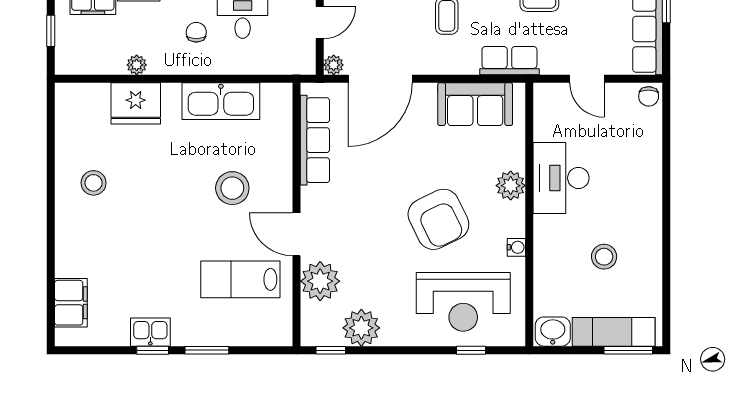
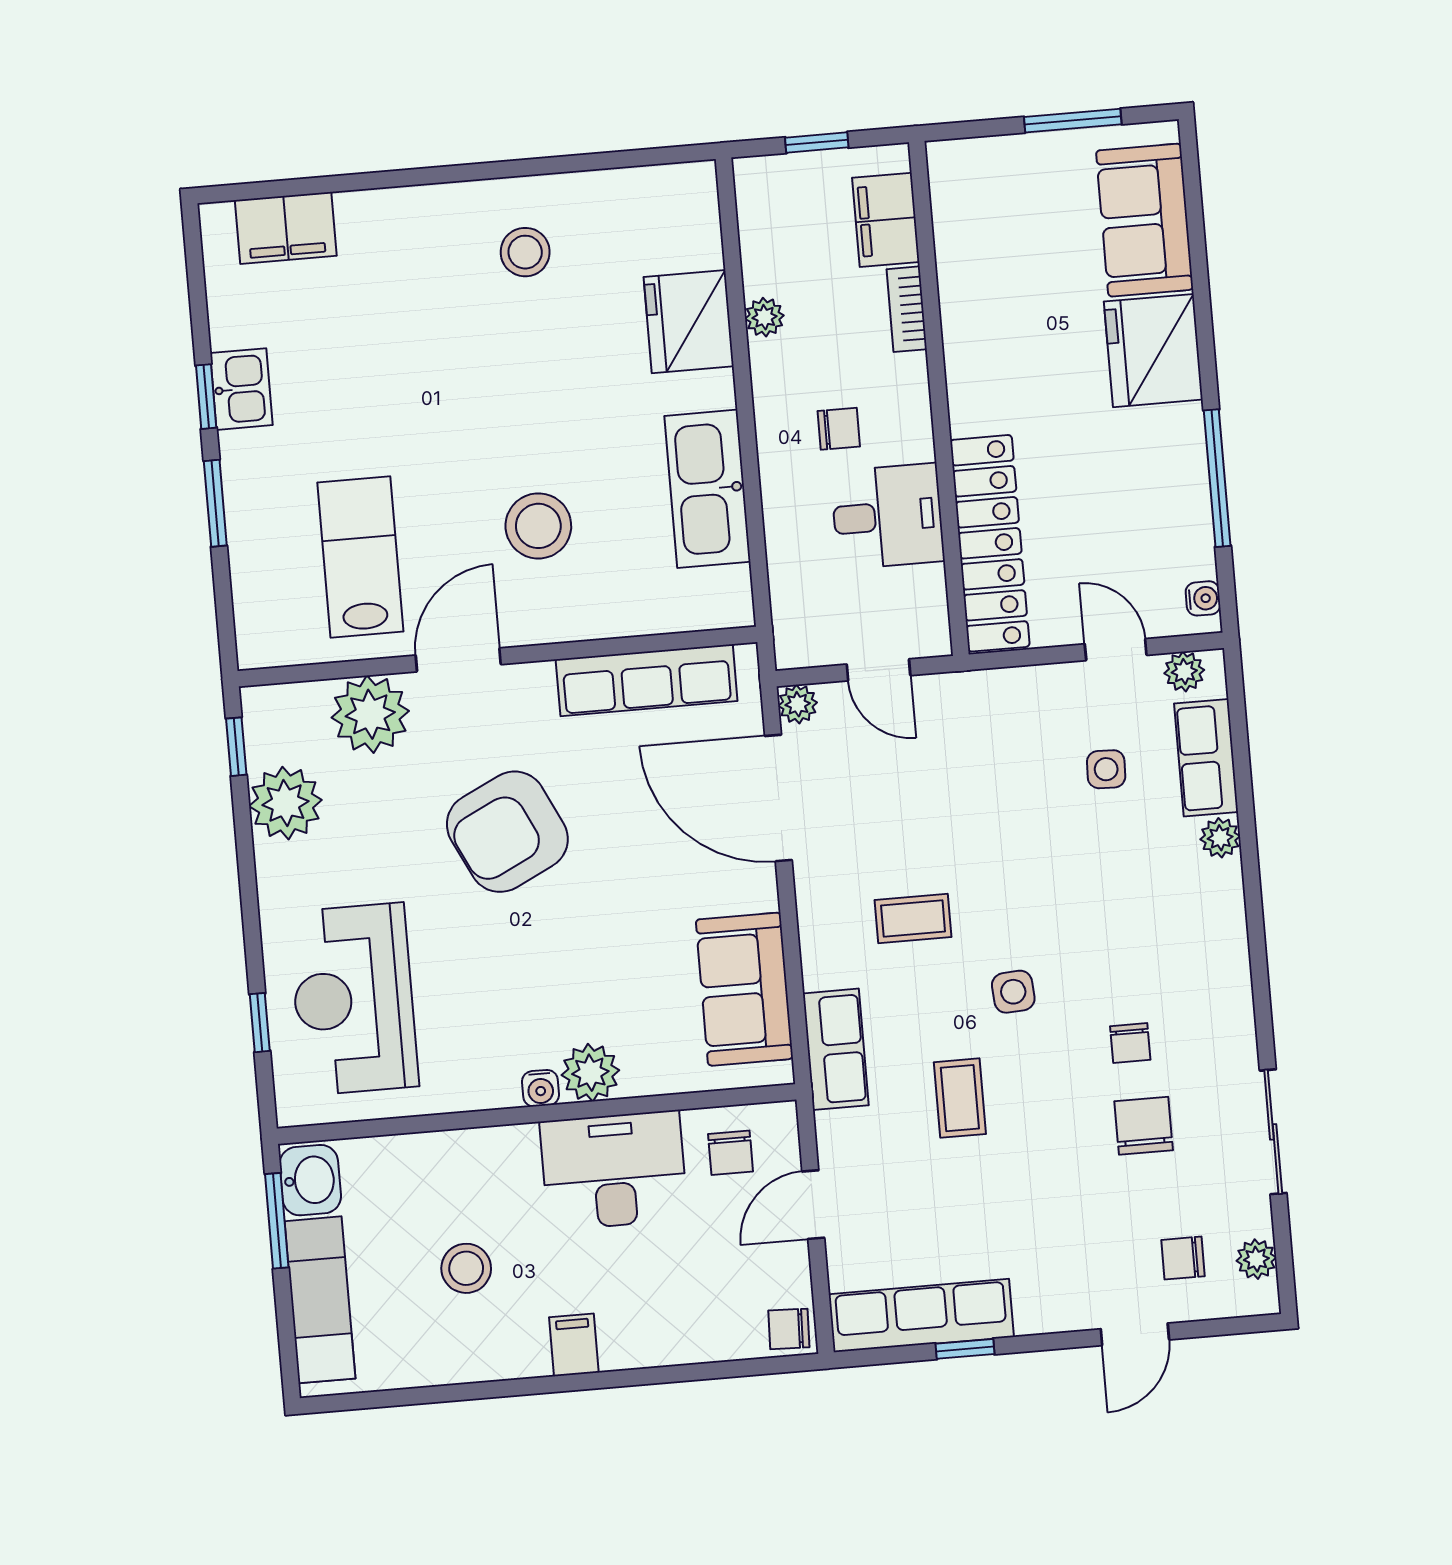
chair: (557, 118) -> (731, 1153), added
filing cabinet: (647, 206) -> (574, 1345), added
armchair: (438, 219) -> (507, 832), moved
water cooler: (516, 247) -> (540, 1088), moved
window: (628, 350) -> (277, 1221), moved

